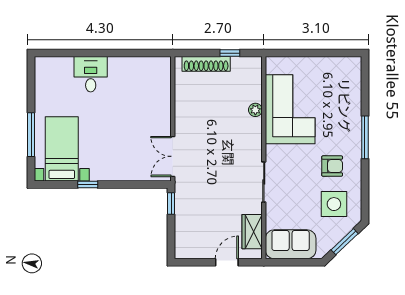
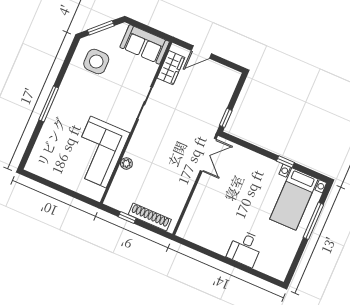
armchair: (332, 166) -> (85, 92), removed

